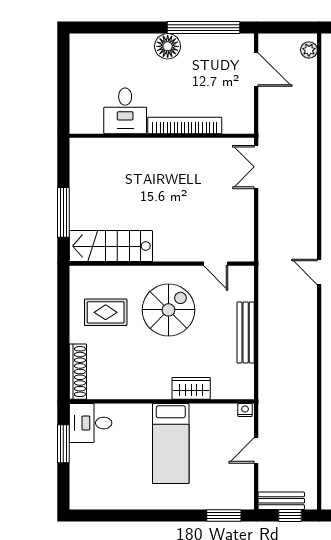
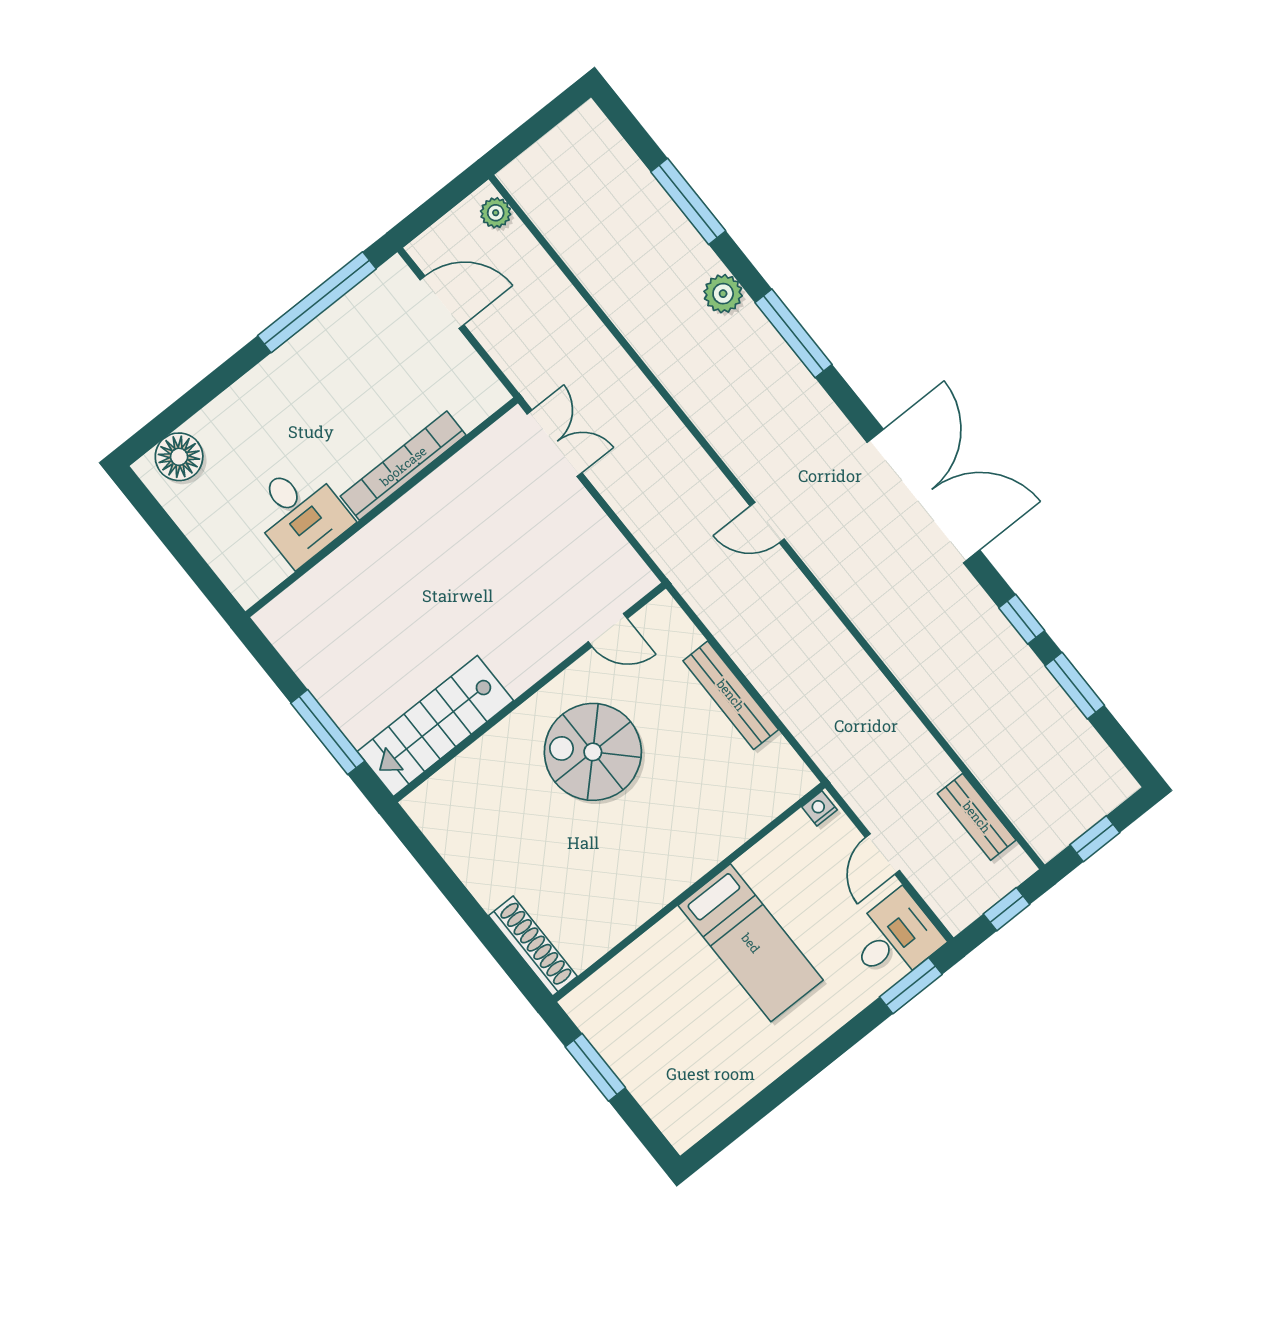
floor lamp: (168, 46) -> (179, 457), moved
double door: (256, 167) -> (555, 443), swing flipped
spiral stairs: (168, 310) -> (593, 752), turned -90
rug: (106, 312) -> (504, 828), removed
wardrobe: (191, 388) -> (716, 839), removed
desk: (91, 423) -> (894, 938), moved, turned 180
bench: (281, 501) -> (977, 817), moved, turned 90

